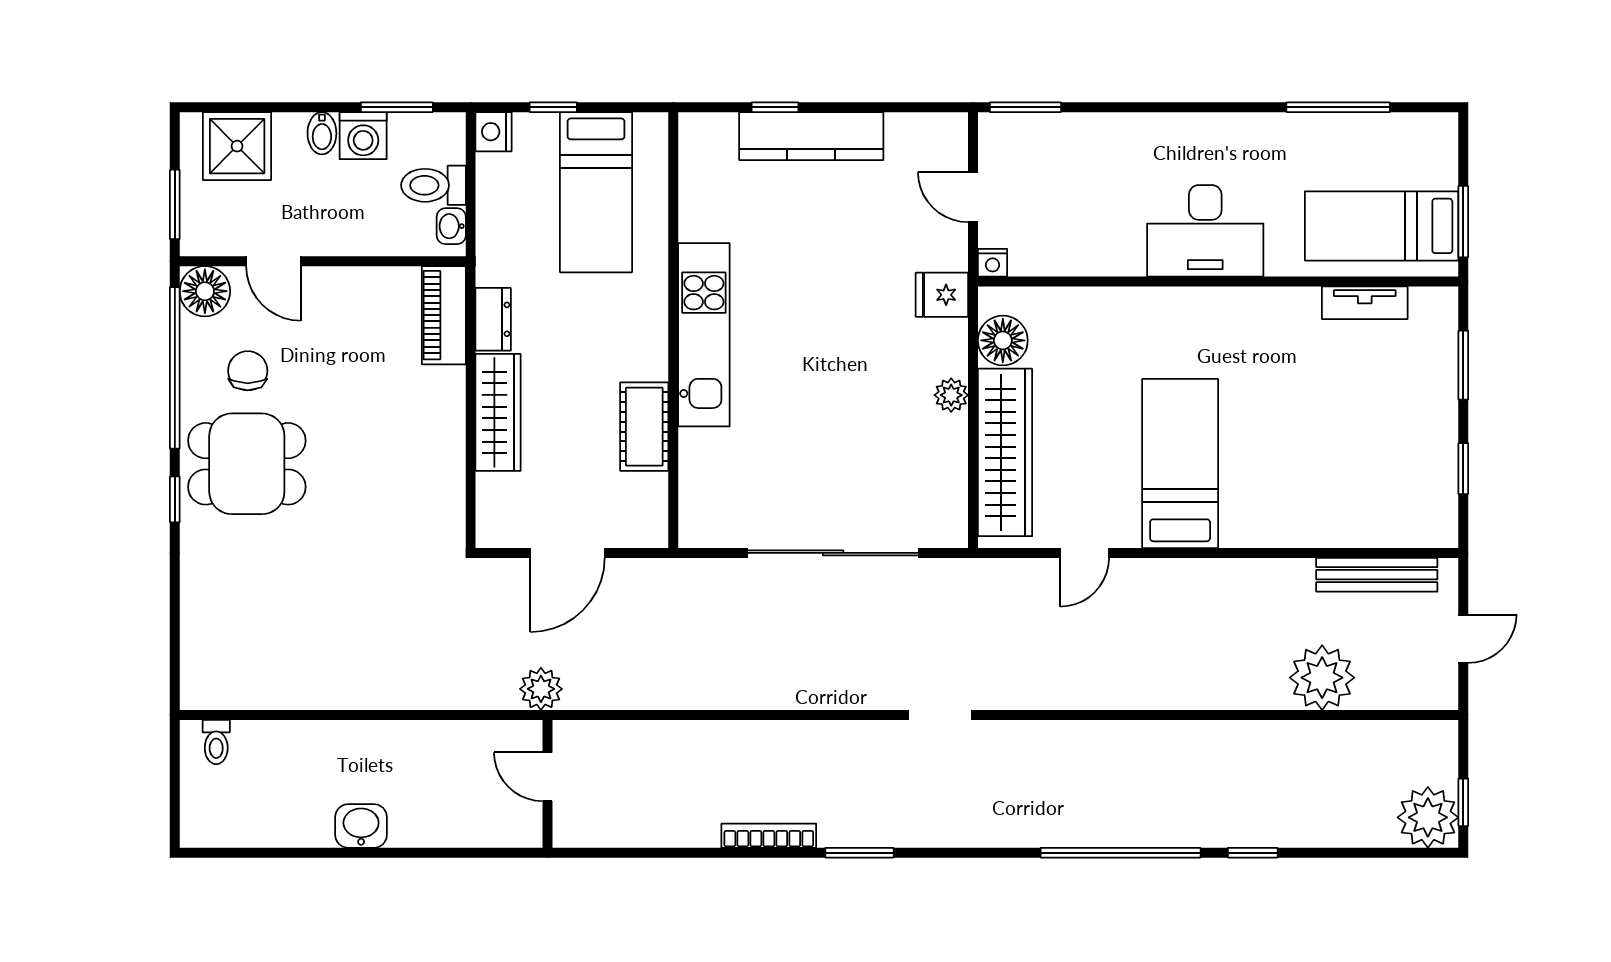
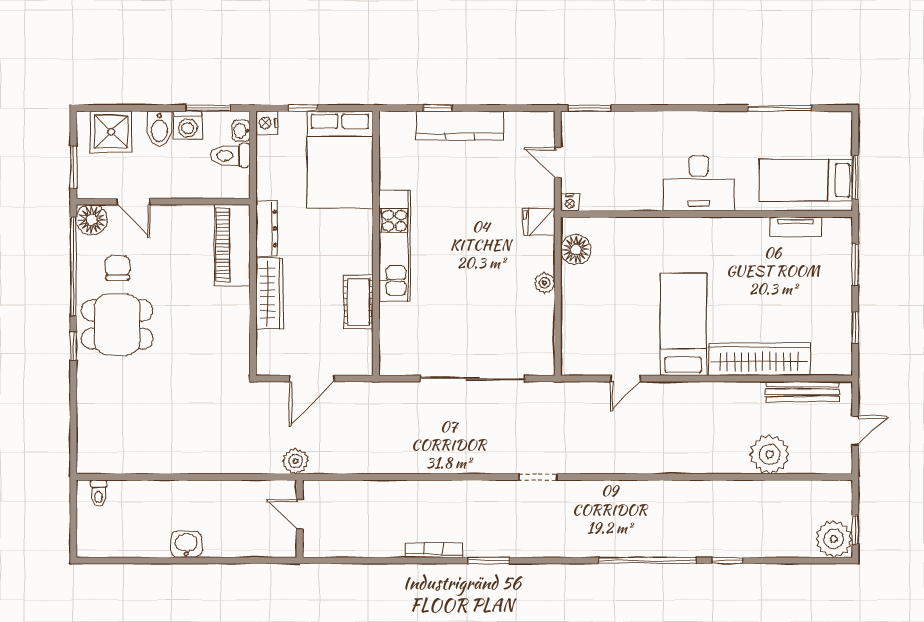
bidet: (322, 133) -> (159, 129), width x1.38, depth x1.36
bed: (596, 192) -> (340, 160), width x1.50
washbasin: (451, 226) -> (241, 131), moved
piano: (444, 315) -> (232, 245), width x1.37, depth x1.33
dresser: (493, 319) -> (267, 228), width x1.44
wardrobe: (1005, 452) -> (759, 359), moved, turned -90

